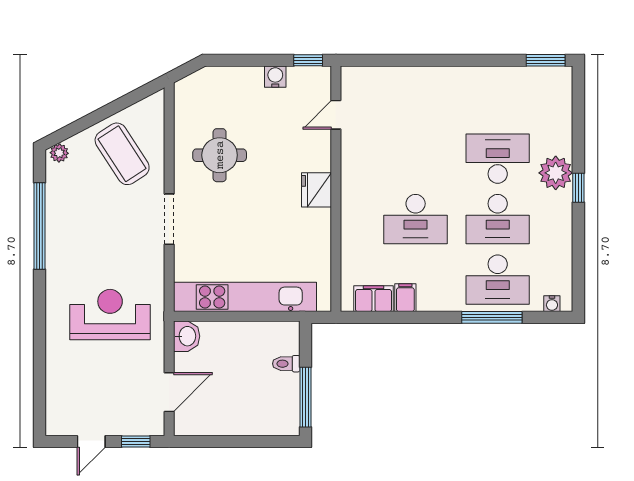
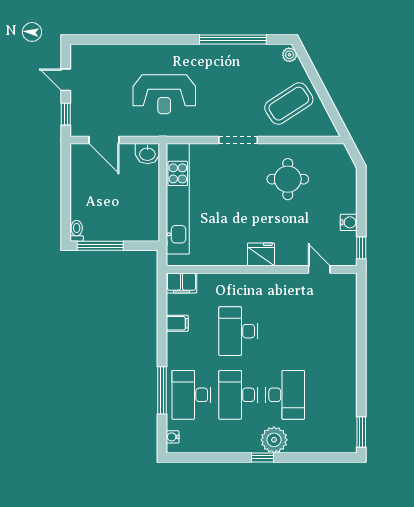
filing cabinet: (373, 299) -> (181, 283), moved, turned 90
reception desk: (110, 315) -> (164, 94), turned 90
toilet: (286, 364) -> (77, 231), moved

